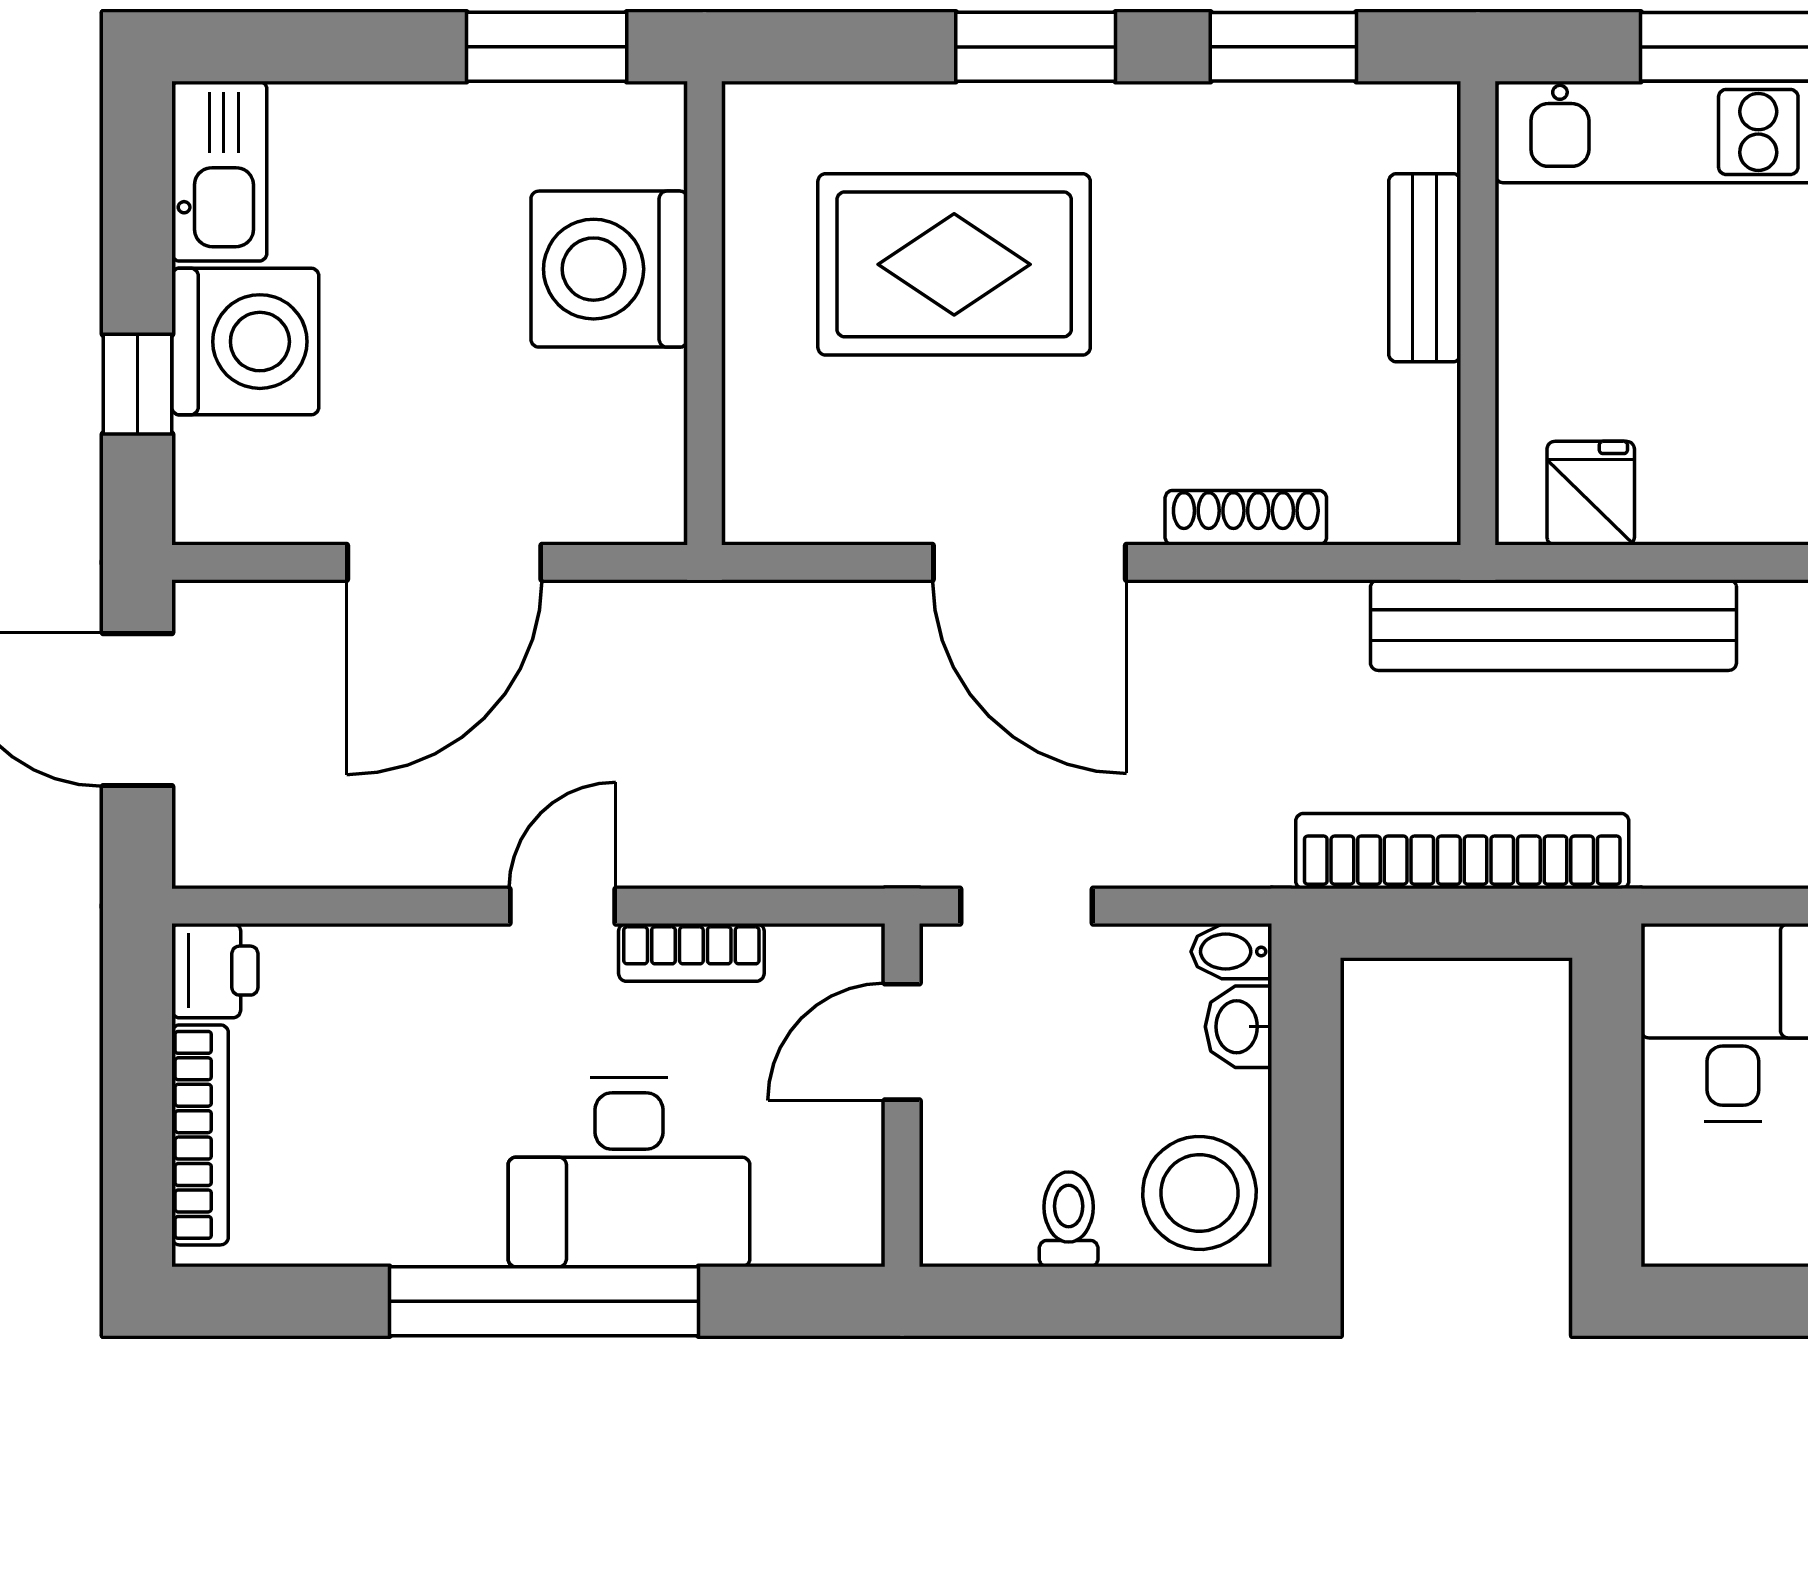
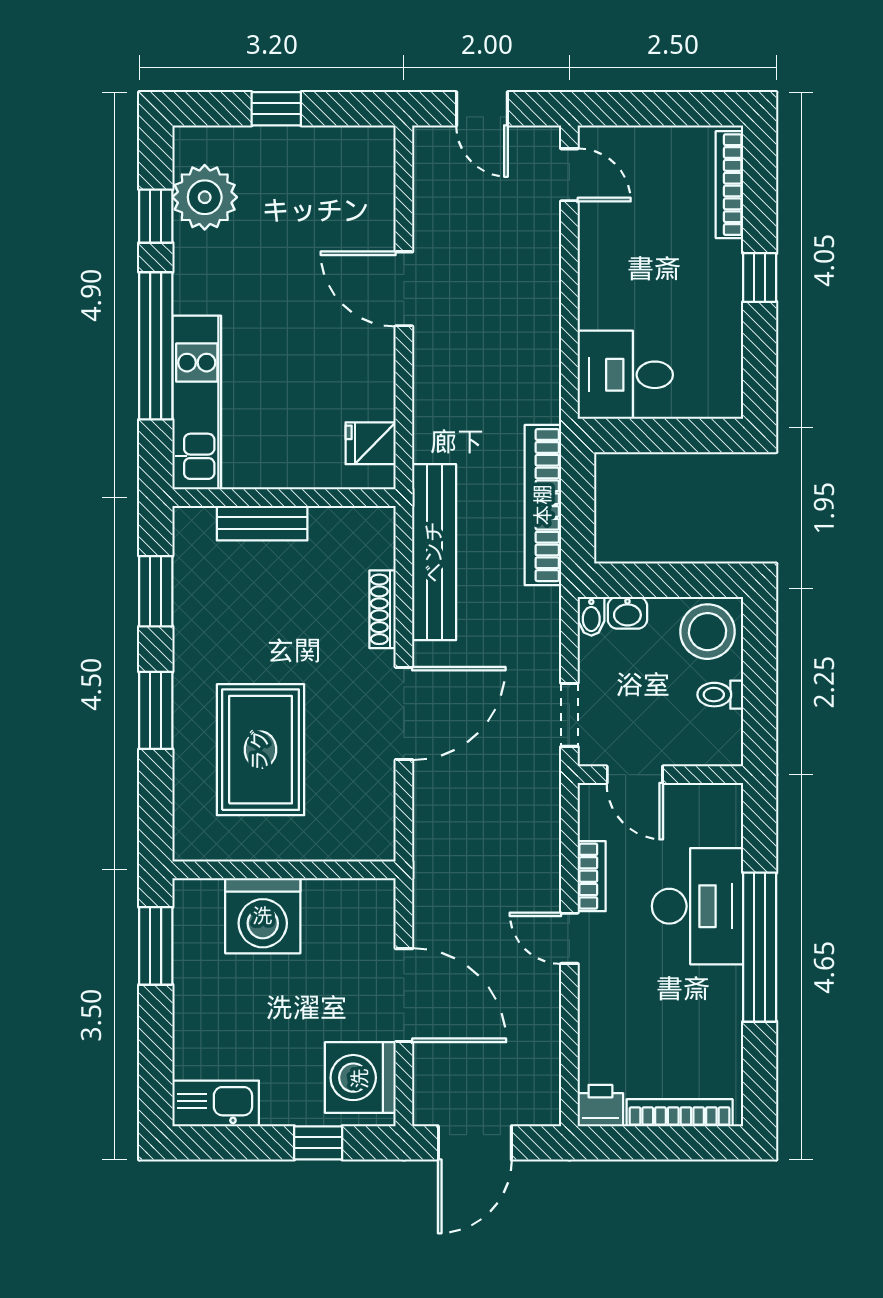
washing machine: (245, 342) -> (360, 1078), moved, turned -90
bench: (1553, 625) -> (434, 552), moved

